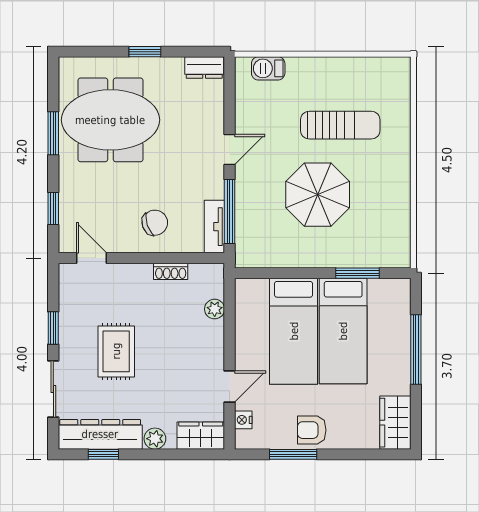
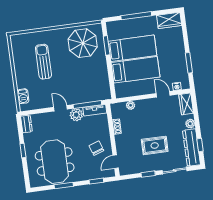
plant: (210, 183) -> (76, 115), added
parasol: (318, 195) -> (83, 43), moved
chair: (155, 223) -> (96, 148), moved
armchair: (312, 430) -> (177, 56), removed

